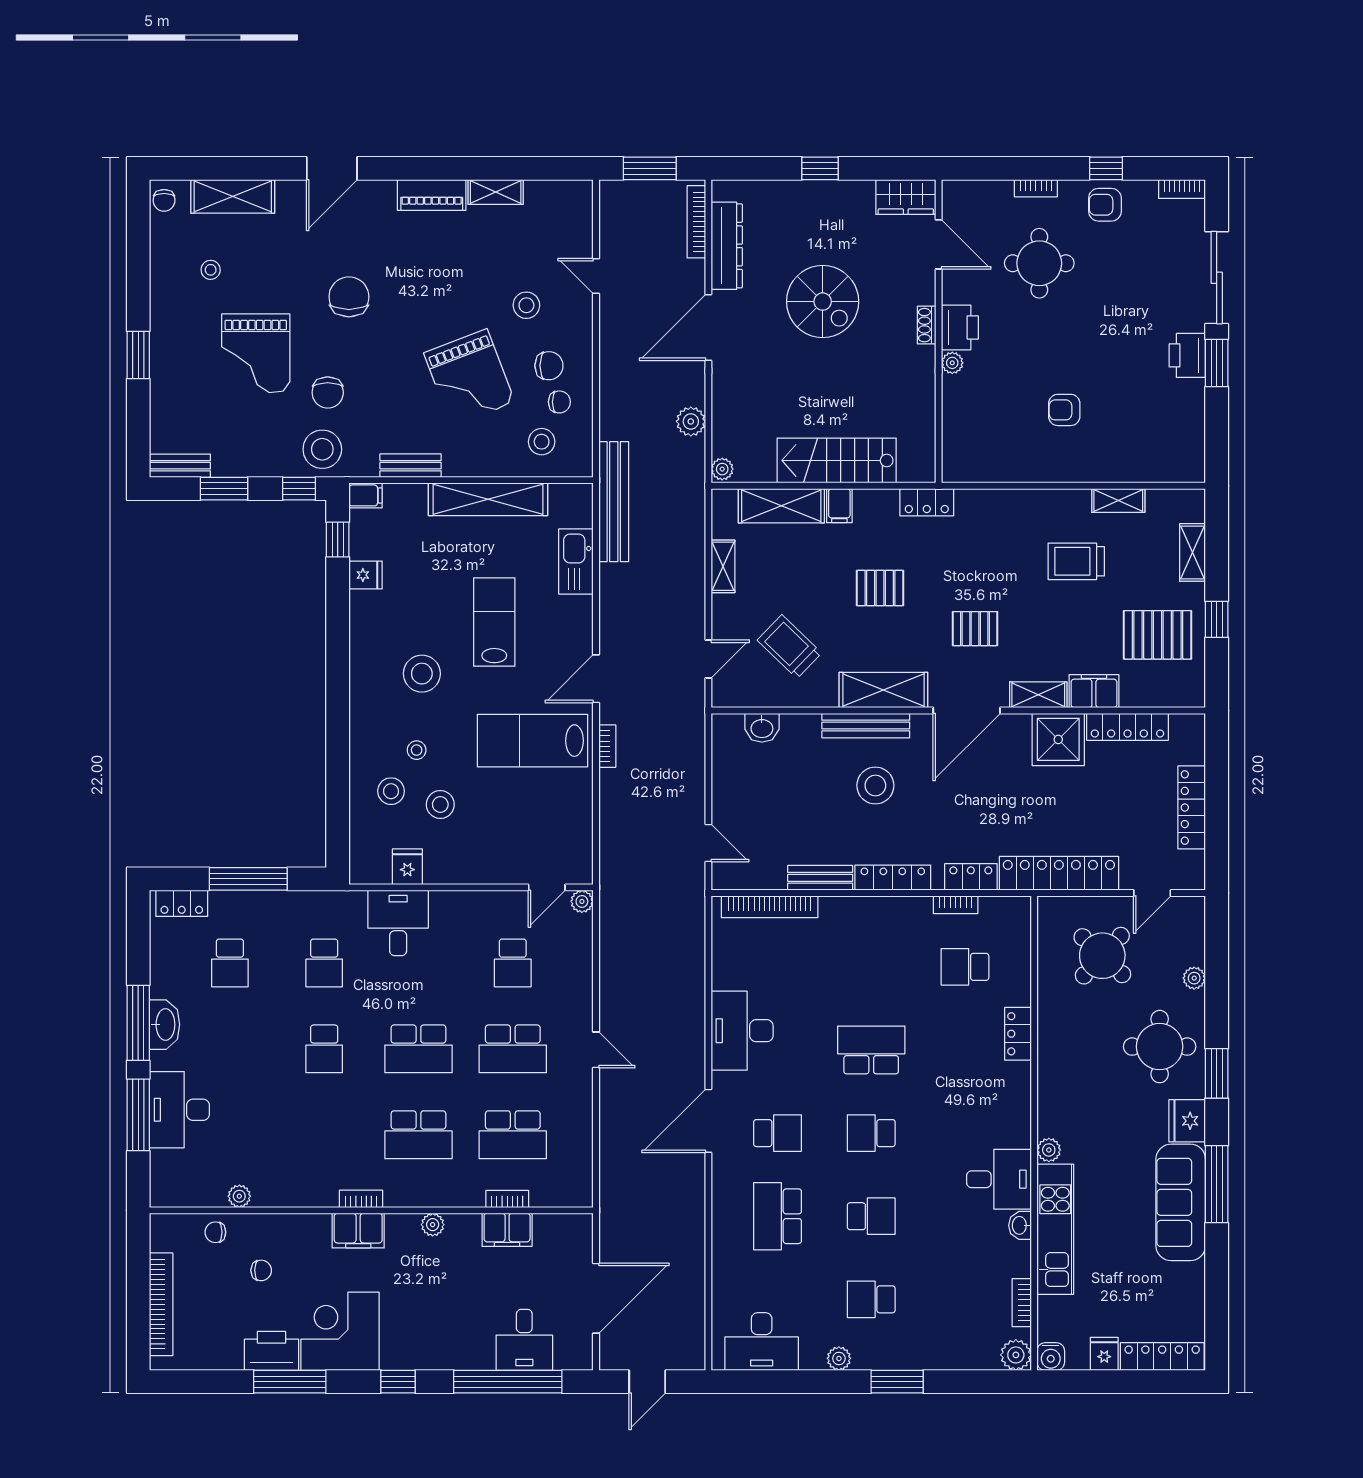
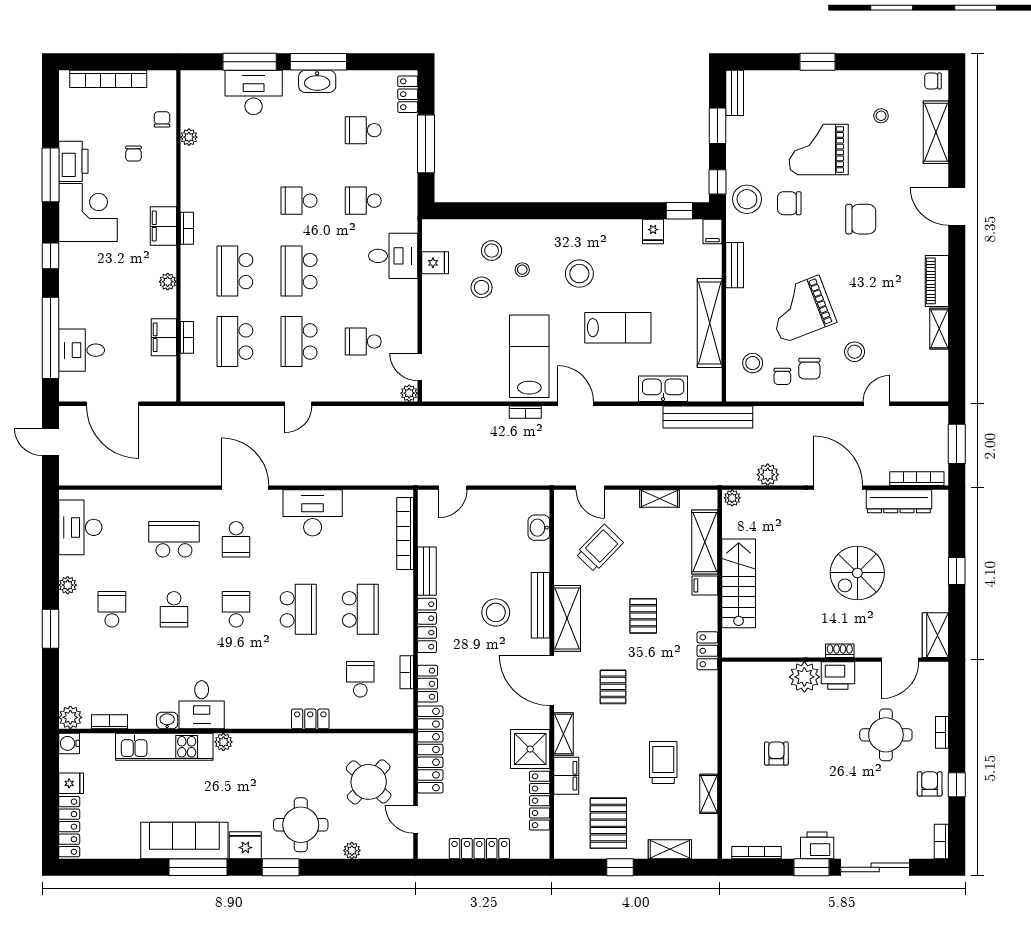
plant: (952, 363) -> (804, 677), width x1.88, depth x1.88
bookcase: (1197, 436) -> (757, 853), added
school desk: (871, 967) -> (360, 609), added

